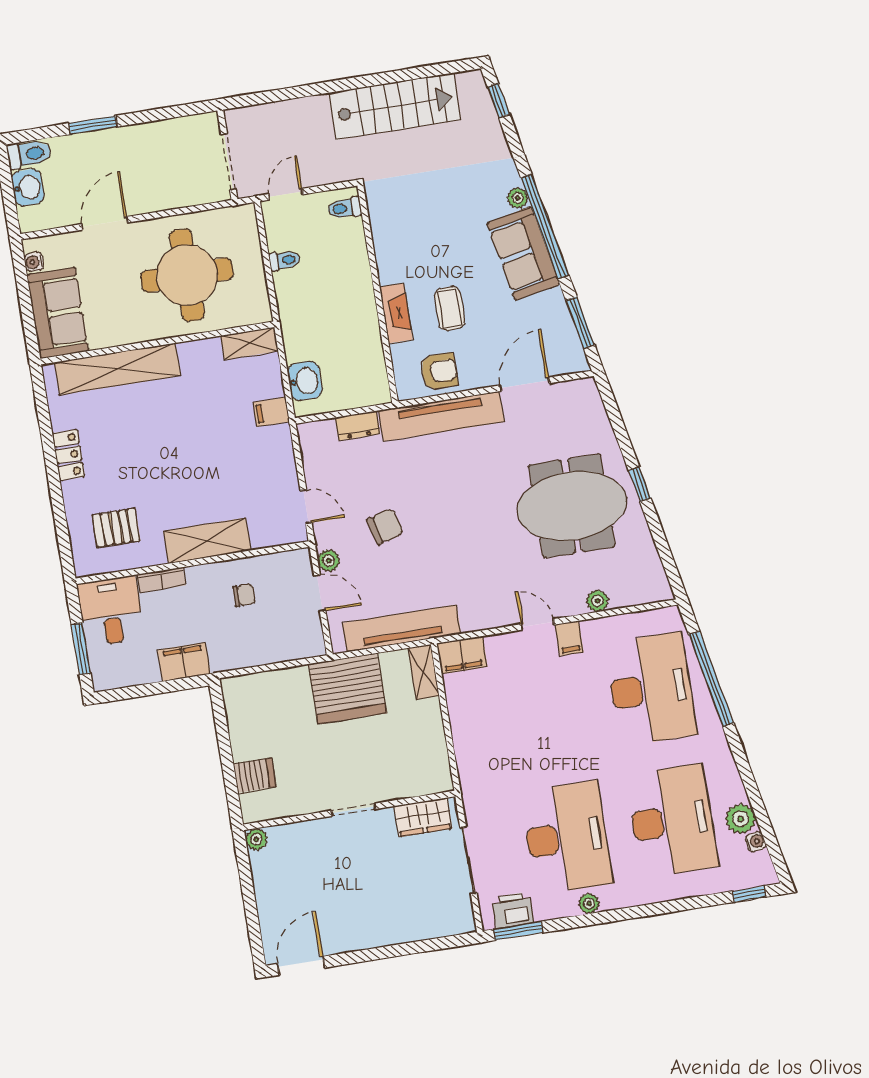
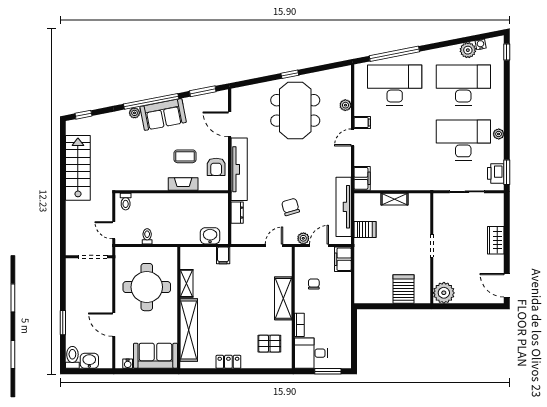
shelving: (249, 343) -> (186, 283), moved
armchair: (439, 371) -> (216, 167), turned 180
pallet: (116, 528) -> (269, 344), turned 90
filing cabinet: (184, 662) -> (343, 259), moved
shelving: (424, 672) -> (394, 199), moved
server rack: (347, 689) -> (365, 229), width x0.46, depth x0.70
server rack: (255, 775) -> (403, 289), width x1.36, depth x1.44
wardrobe: (423, 817) -> (496, 240), moved, turned 180
plant: (256, 839) -> (444, 293), width x1.87, depth x1.87

